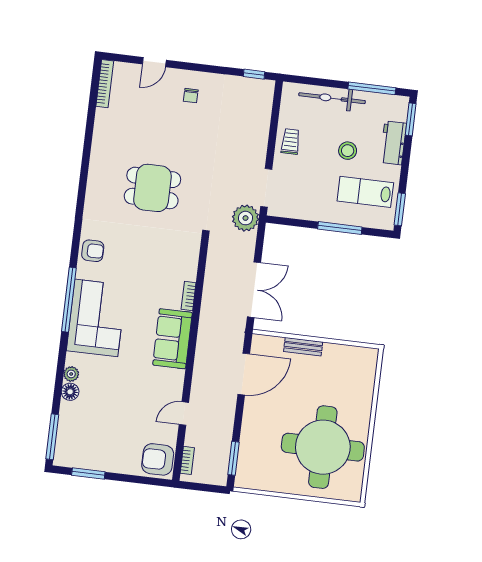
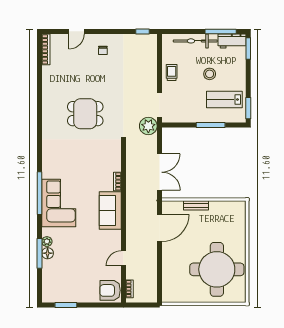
workbench: (393, 143) -> (232, 41), moved, turned -90
armchair: (93, 251) -> (51, 159), removed
window: (52, 437) -> (39, 253), moved
window: (234, 458) -> (159, 284), removed

